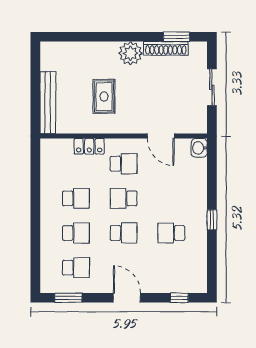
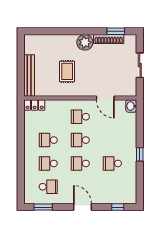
locker: (89, 146) -> (35, 105), moved
school desk: (124, 164) -> (80, 117), turned 180
school desk: (76, 198) -> (48, 140), turned 180
school desk: (76, 233) -> (48, 163), turned 180
school desk: (124, 233) -> (80, 163), turned 180

